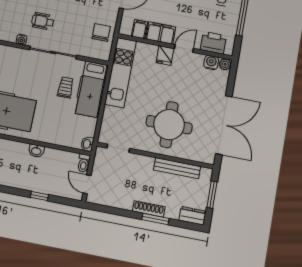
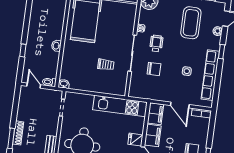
filing cabinet: (139, 29) -> (155, 114), width x2.00
chair: (101, 33) -> (154, 69), moved
hospital bed: (91, 89) -> (106, 84), removed
door: (87, 184) -> (34, 86), hinge flipped

